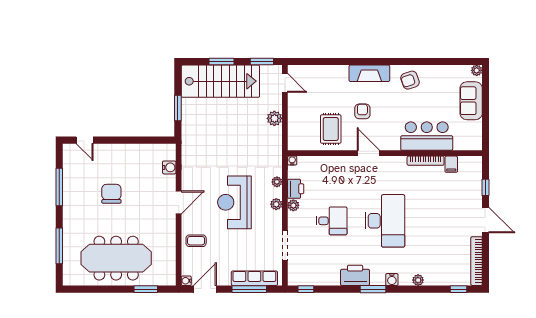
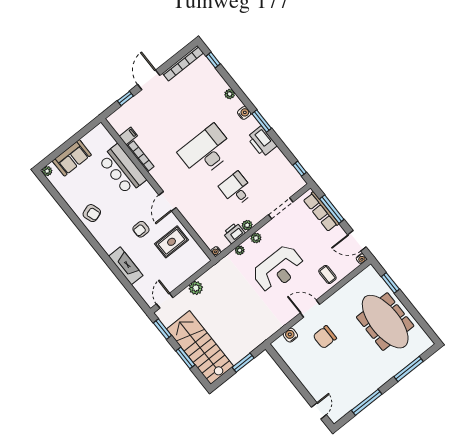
fireplace: (369, 73) -> (126, 266), moved
chair: (111, 194) -> (325, 337), moved

